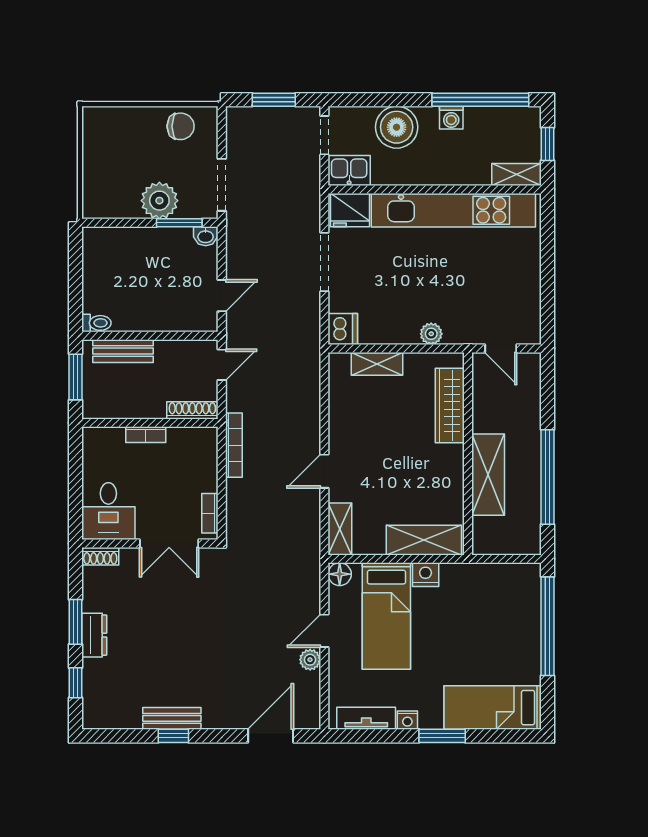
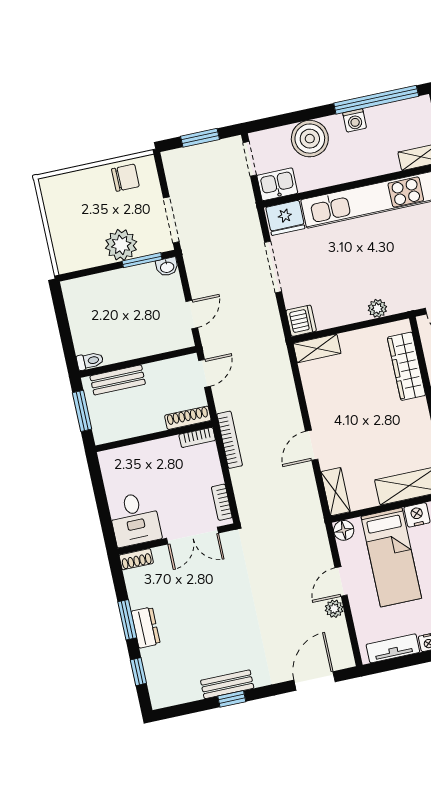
shelving: (377, 364) -> (317, 348), moved
bookcase: (146, 435) -> (197, 437), moved

